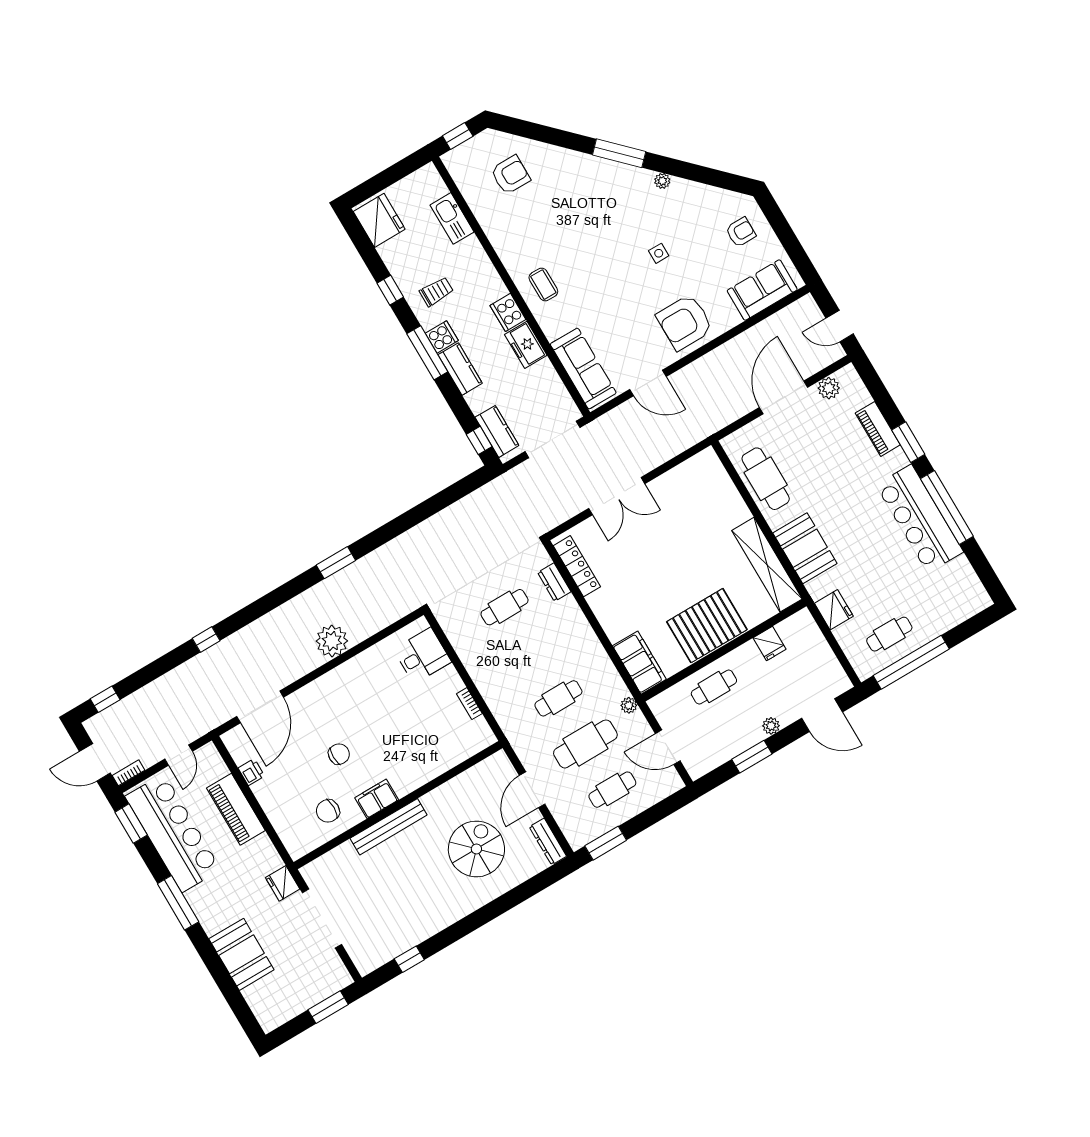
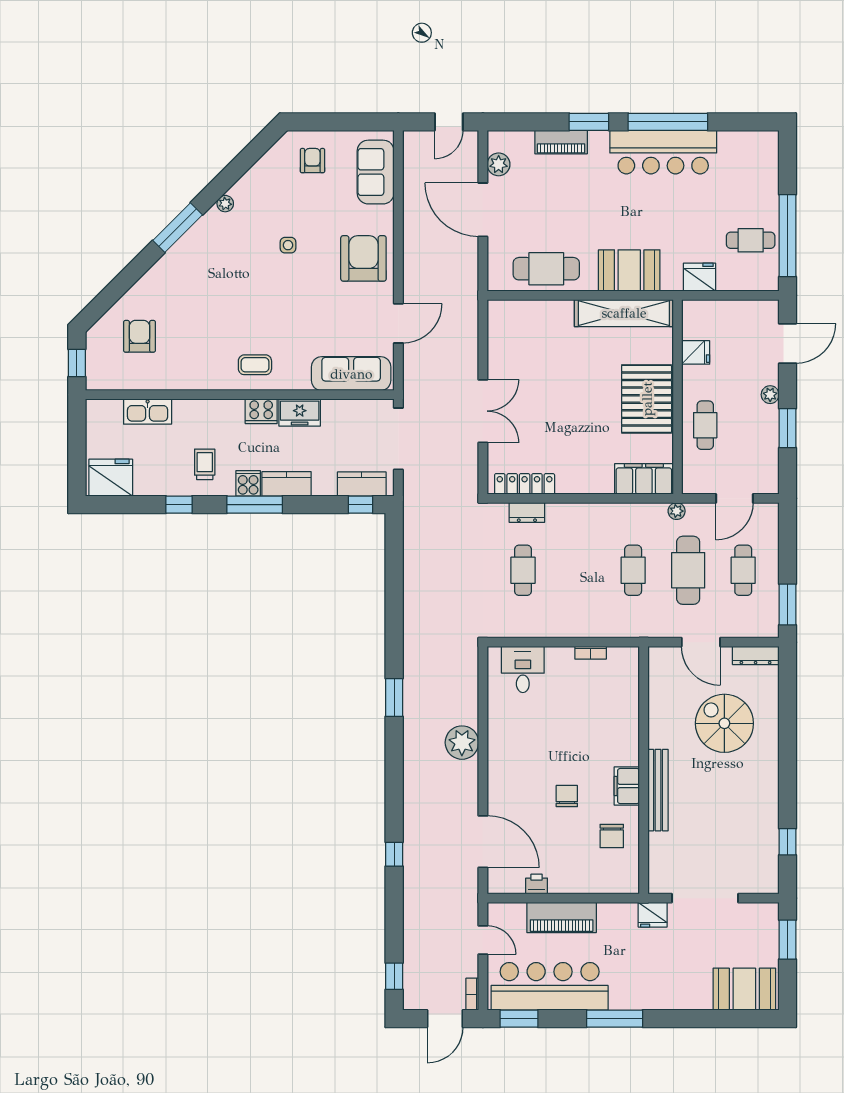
armchair: (685, 322) -> (363, 258), turned 180
cafe table: (889, 634) -> (751, 240), turned 90
booth: (241, 954) -> (744, 989), moved

